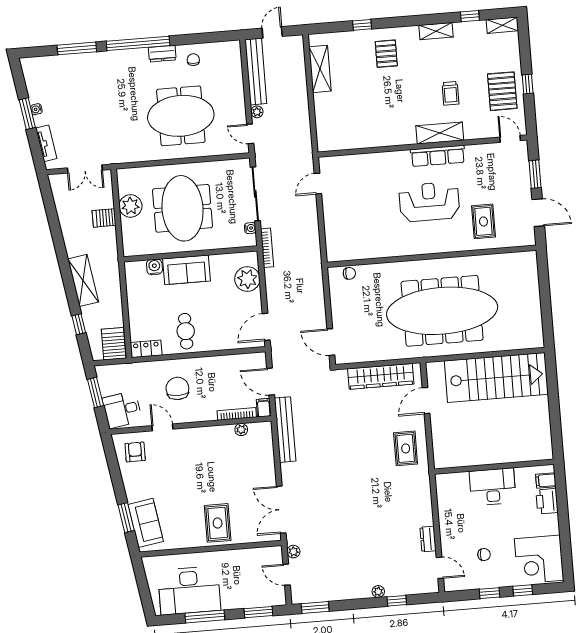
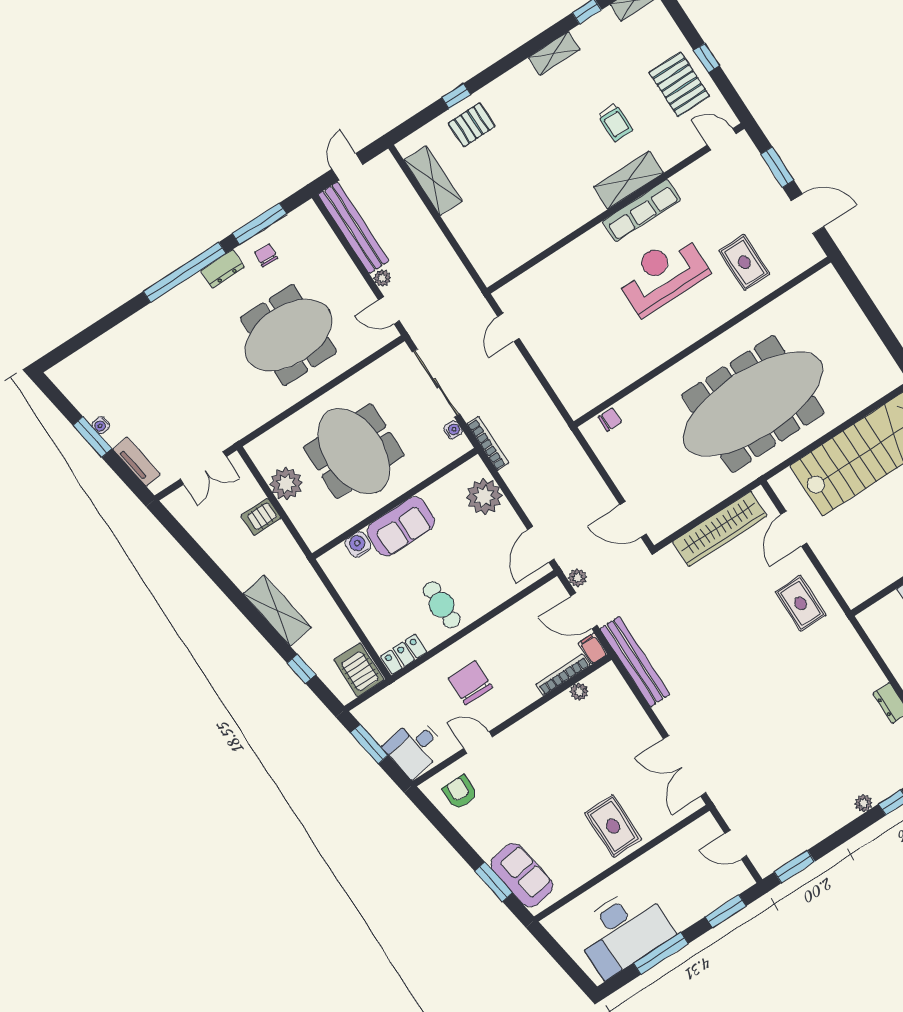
window: (77, 48) -> (260, 224), moved
pallet: (386, 54) -> (472, 125), moved, turned 90
plant: (293, 552) -> (578, 578), moved

